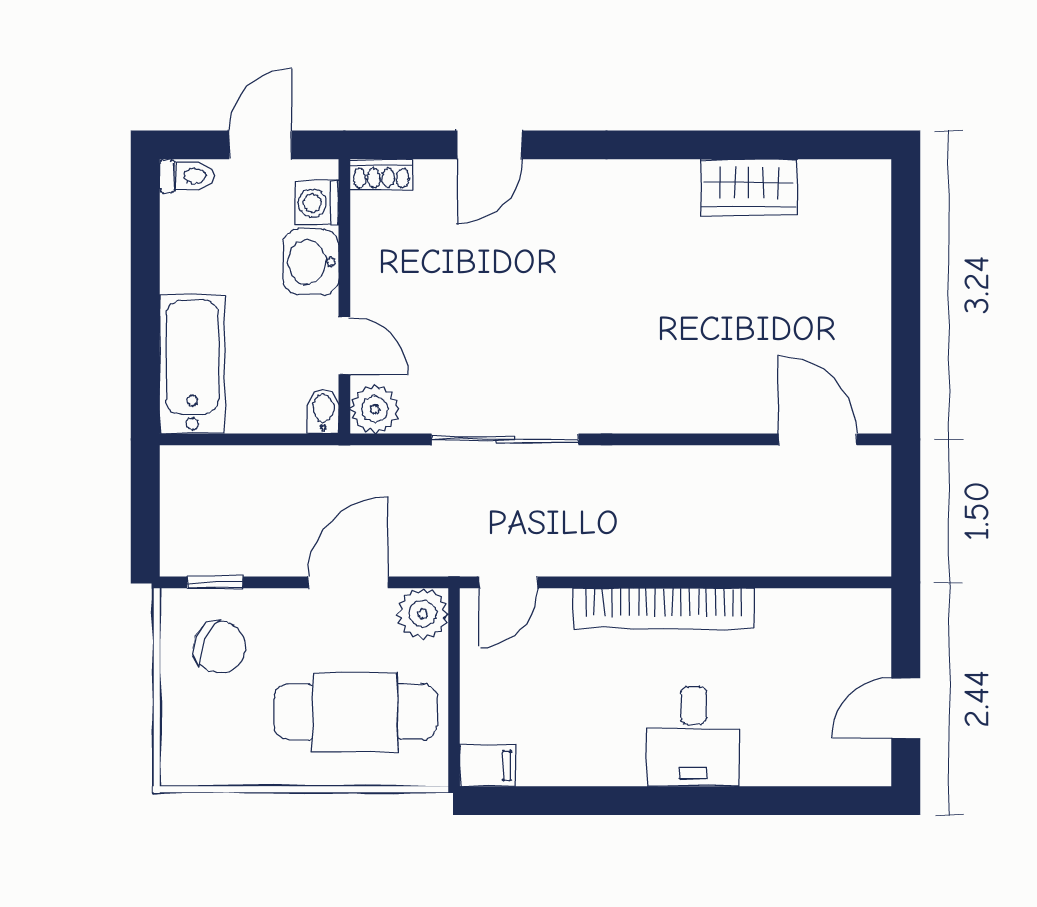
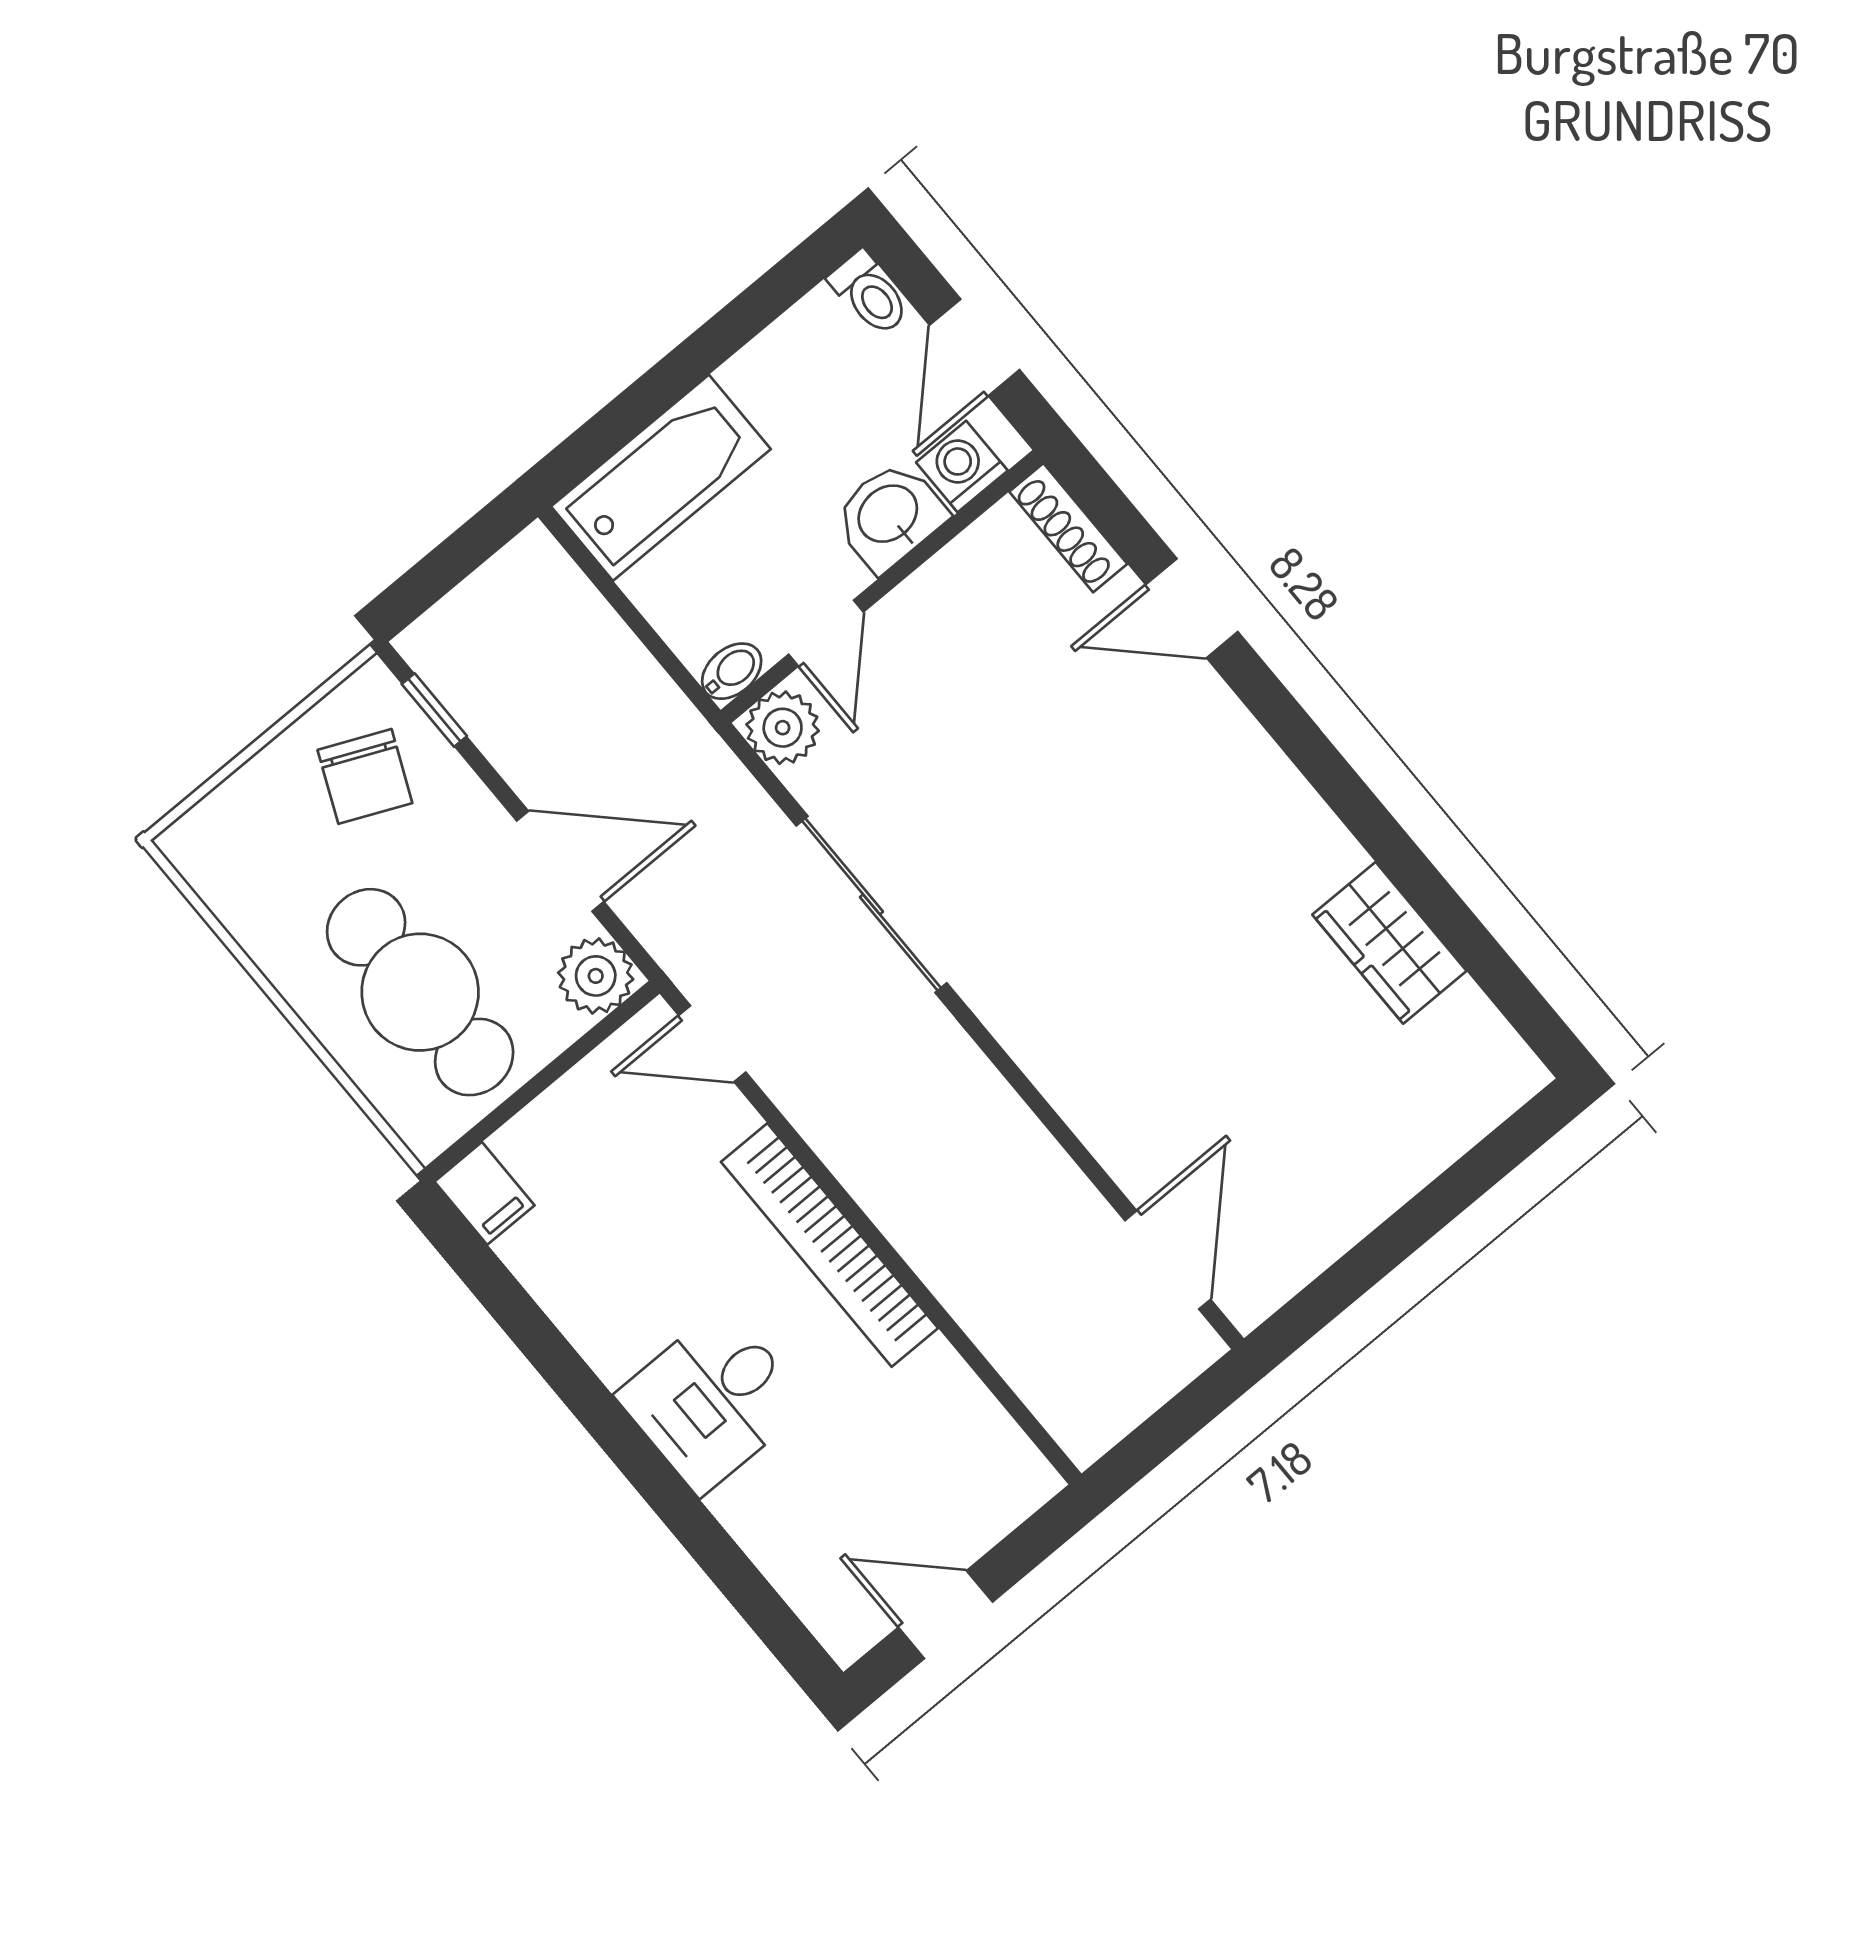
door: (260, 145) -> (975, 347), swing flipped
shoe rack: (381, 174) -> (1068, 528), width x1.43

